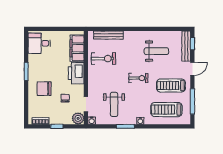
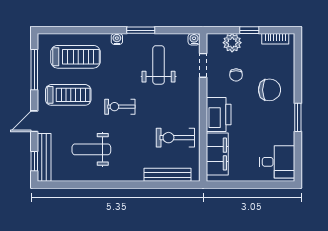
plant: (78, 118) -> (232, 43), moved

